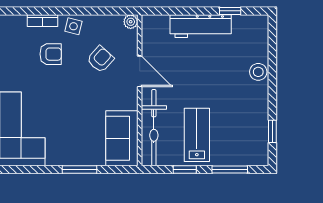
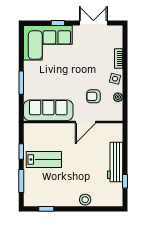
plant: (131, 22) -> (118, 97), moved
armchair: (51, 54) -> (97, 64), removed
armchair: (100, 59) -> (93, 96), turned 138
bicycle: (154, 128) -> (49, 131), removed
sofa: (122, 138) -> (48, 110), width x1.36

